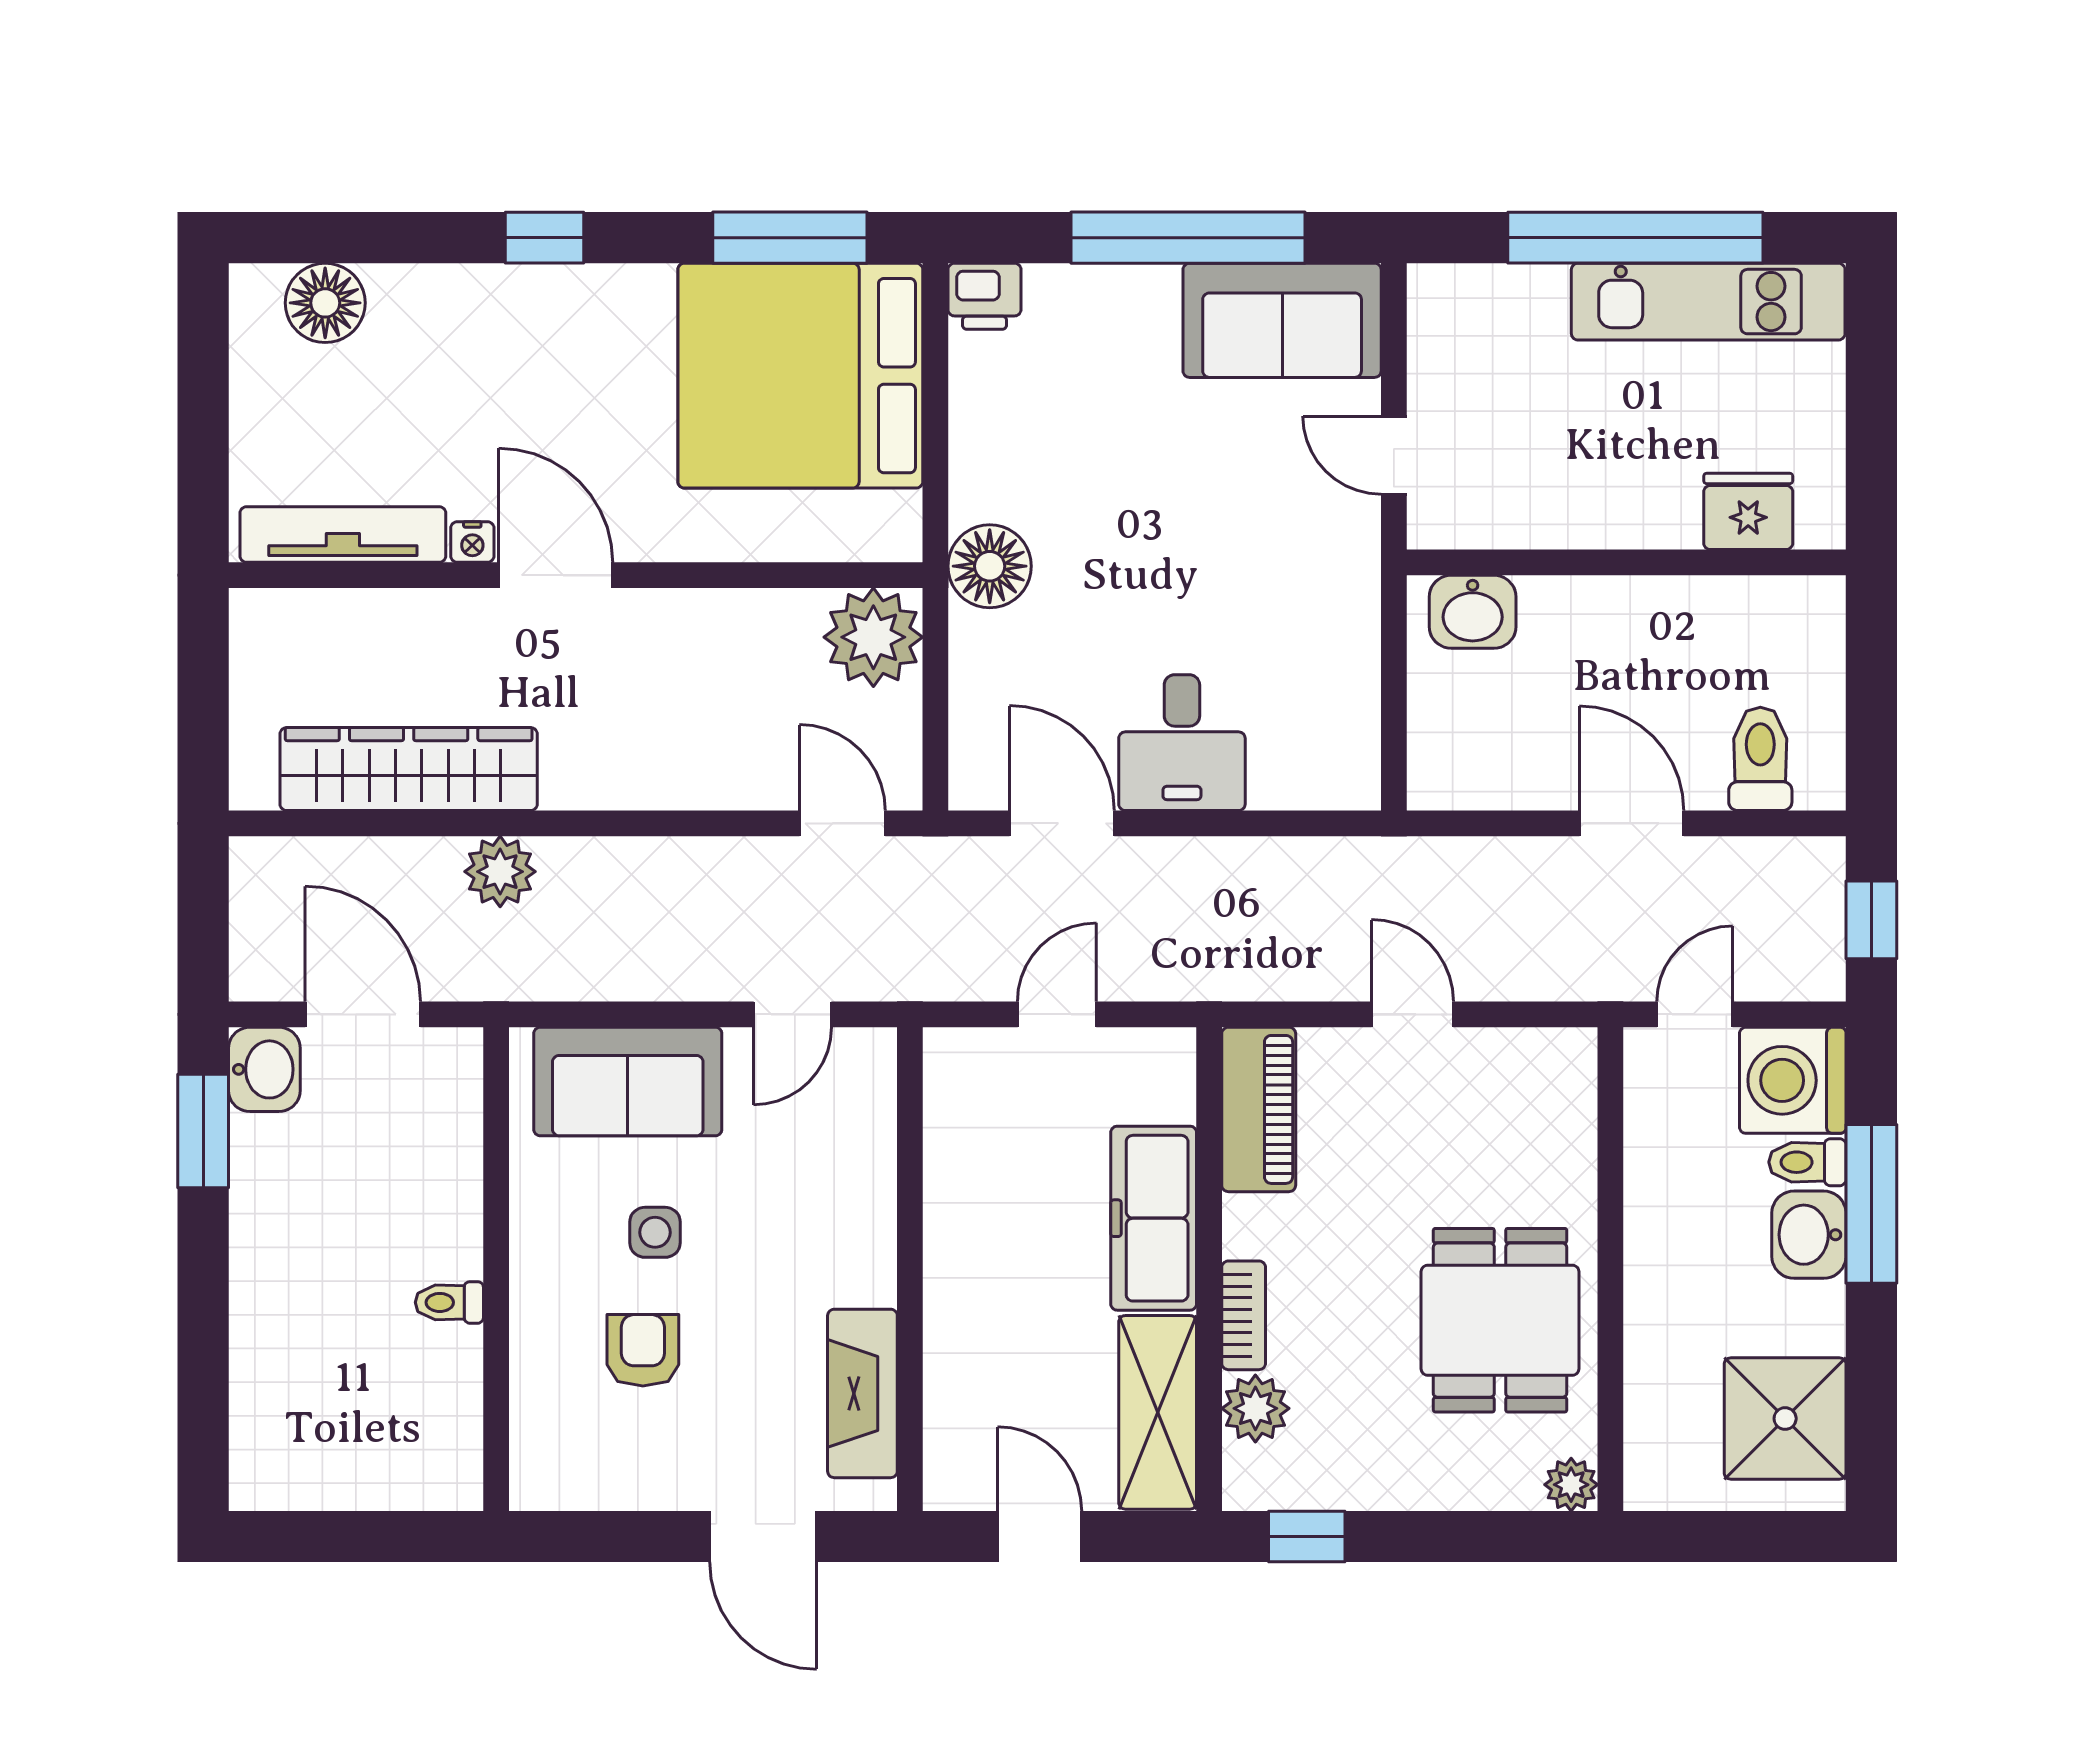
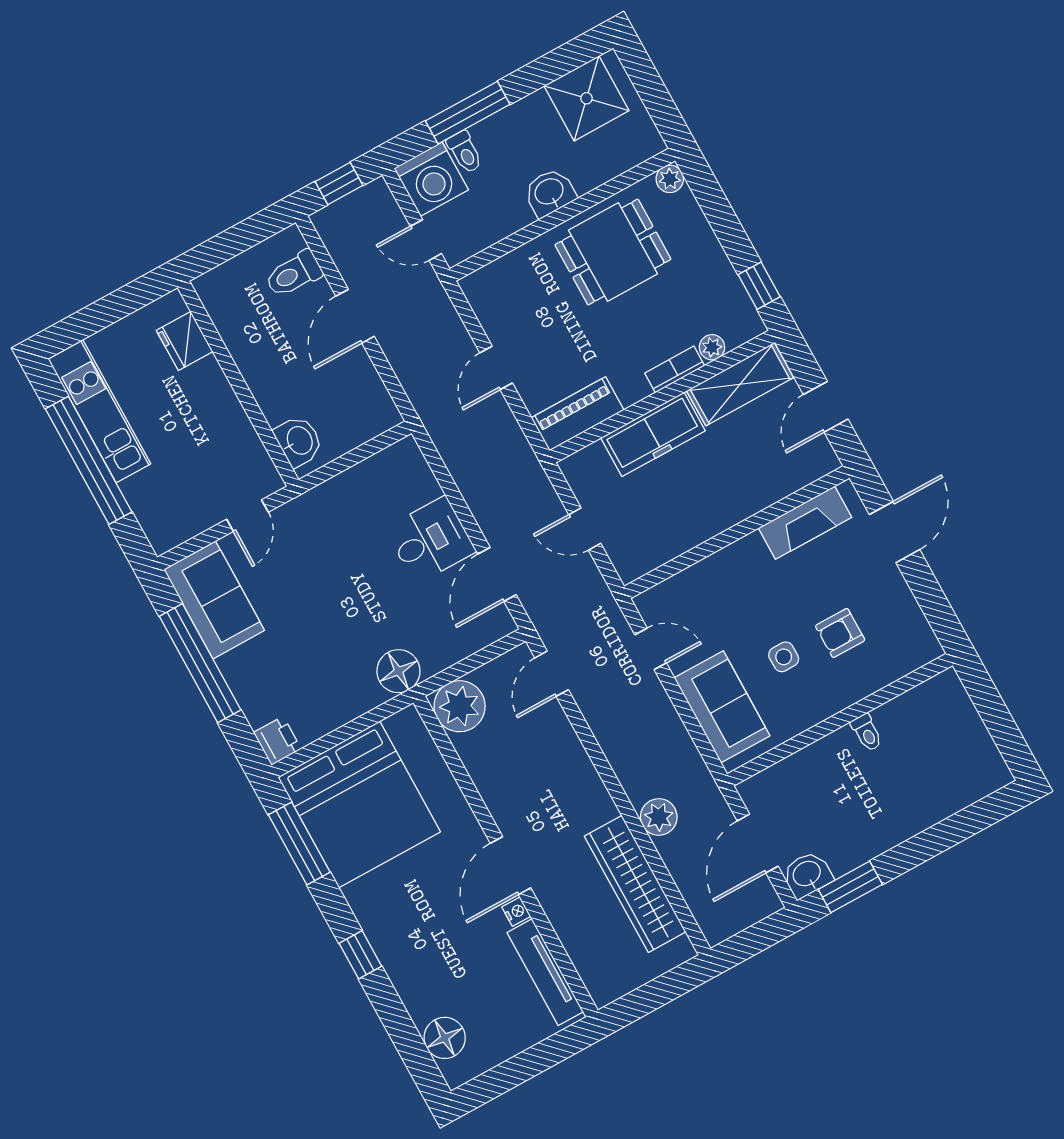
washbasin: (1809, 1235) -> (550, 192), moved, turned 180
plant: (1255, 1408) -> (712, 347), width x0.73, depth x0.73

